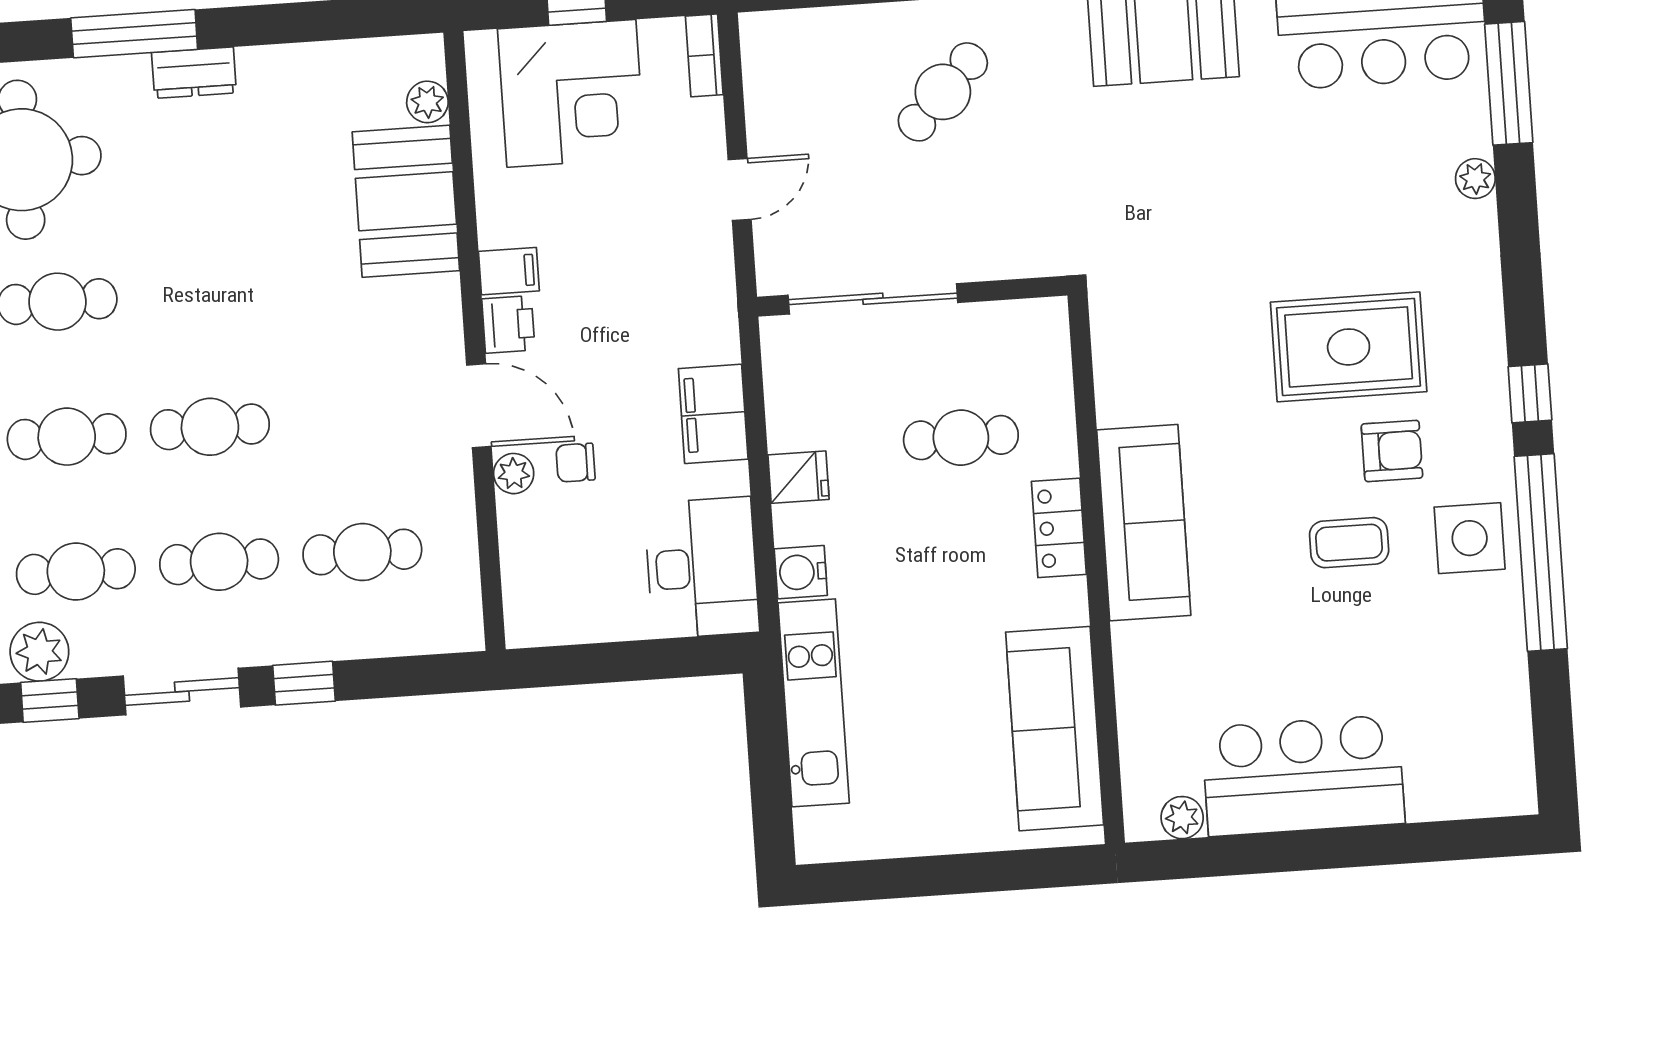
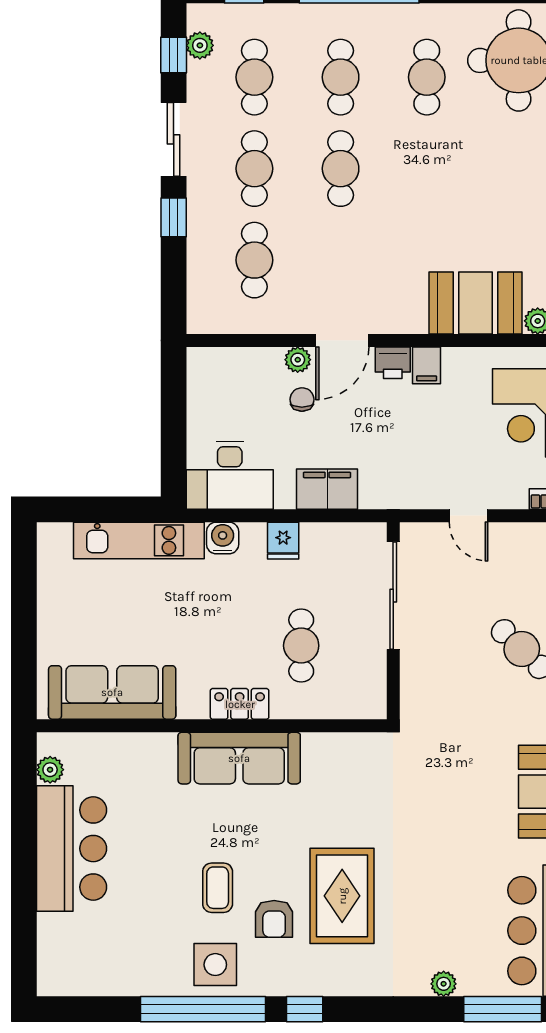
plant: (39, 652) -> (200, 45), width x0.73, depth x0.73

